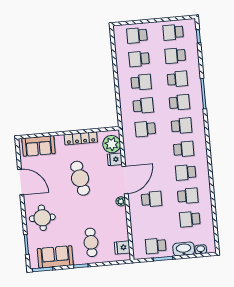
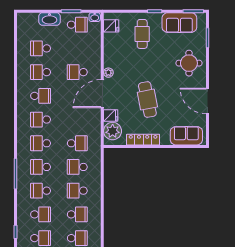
school desk: (190, 219) -> (41, 48), turned 180
washbasin: (201, 249) -> (95, 17), moved

